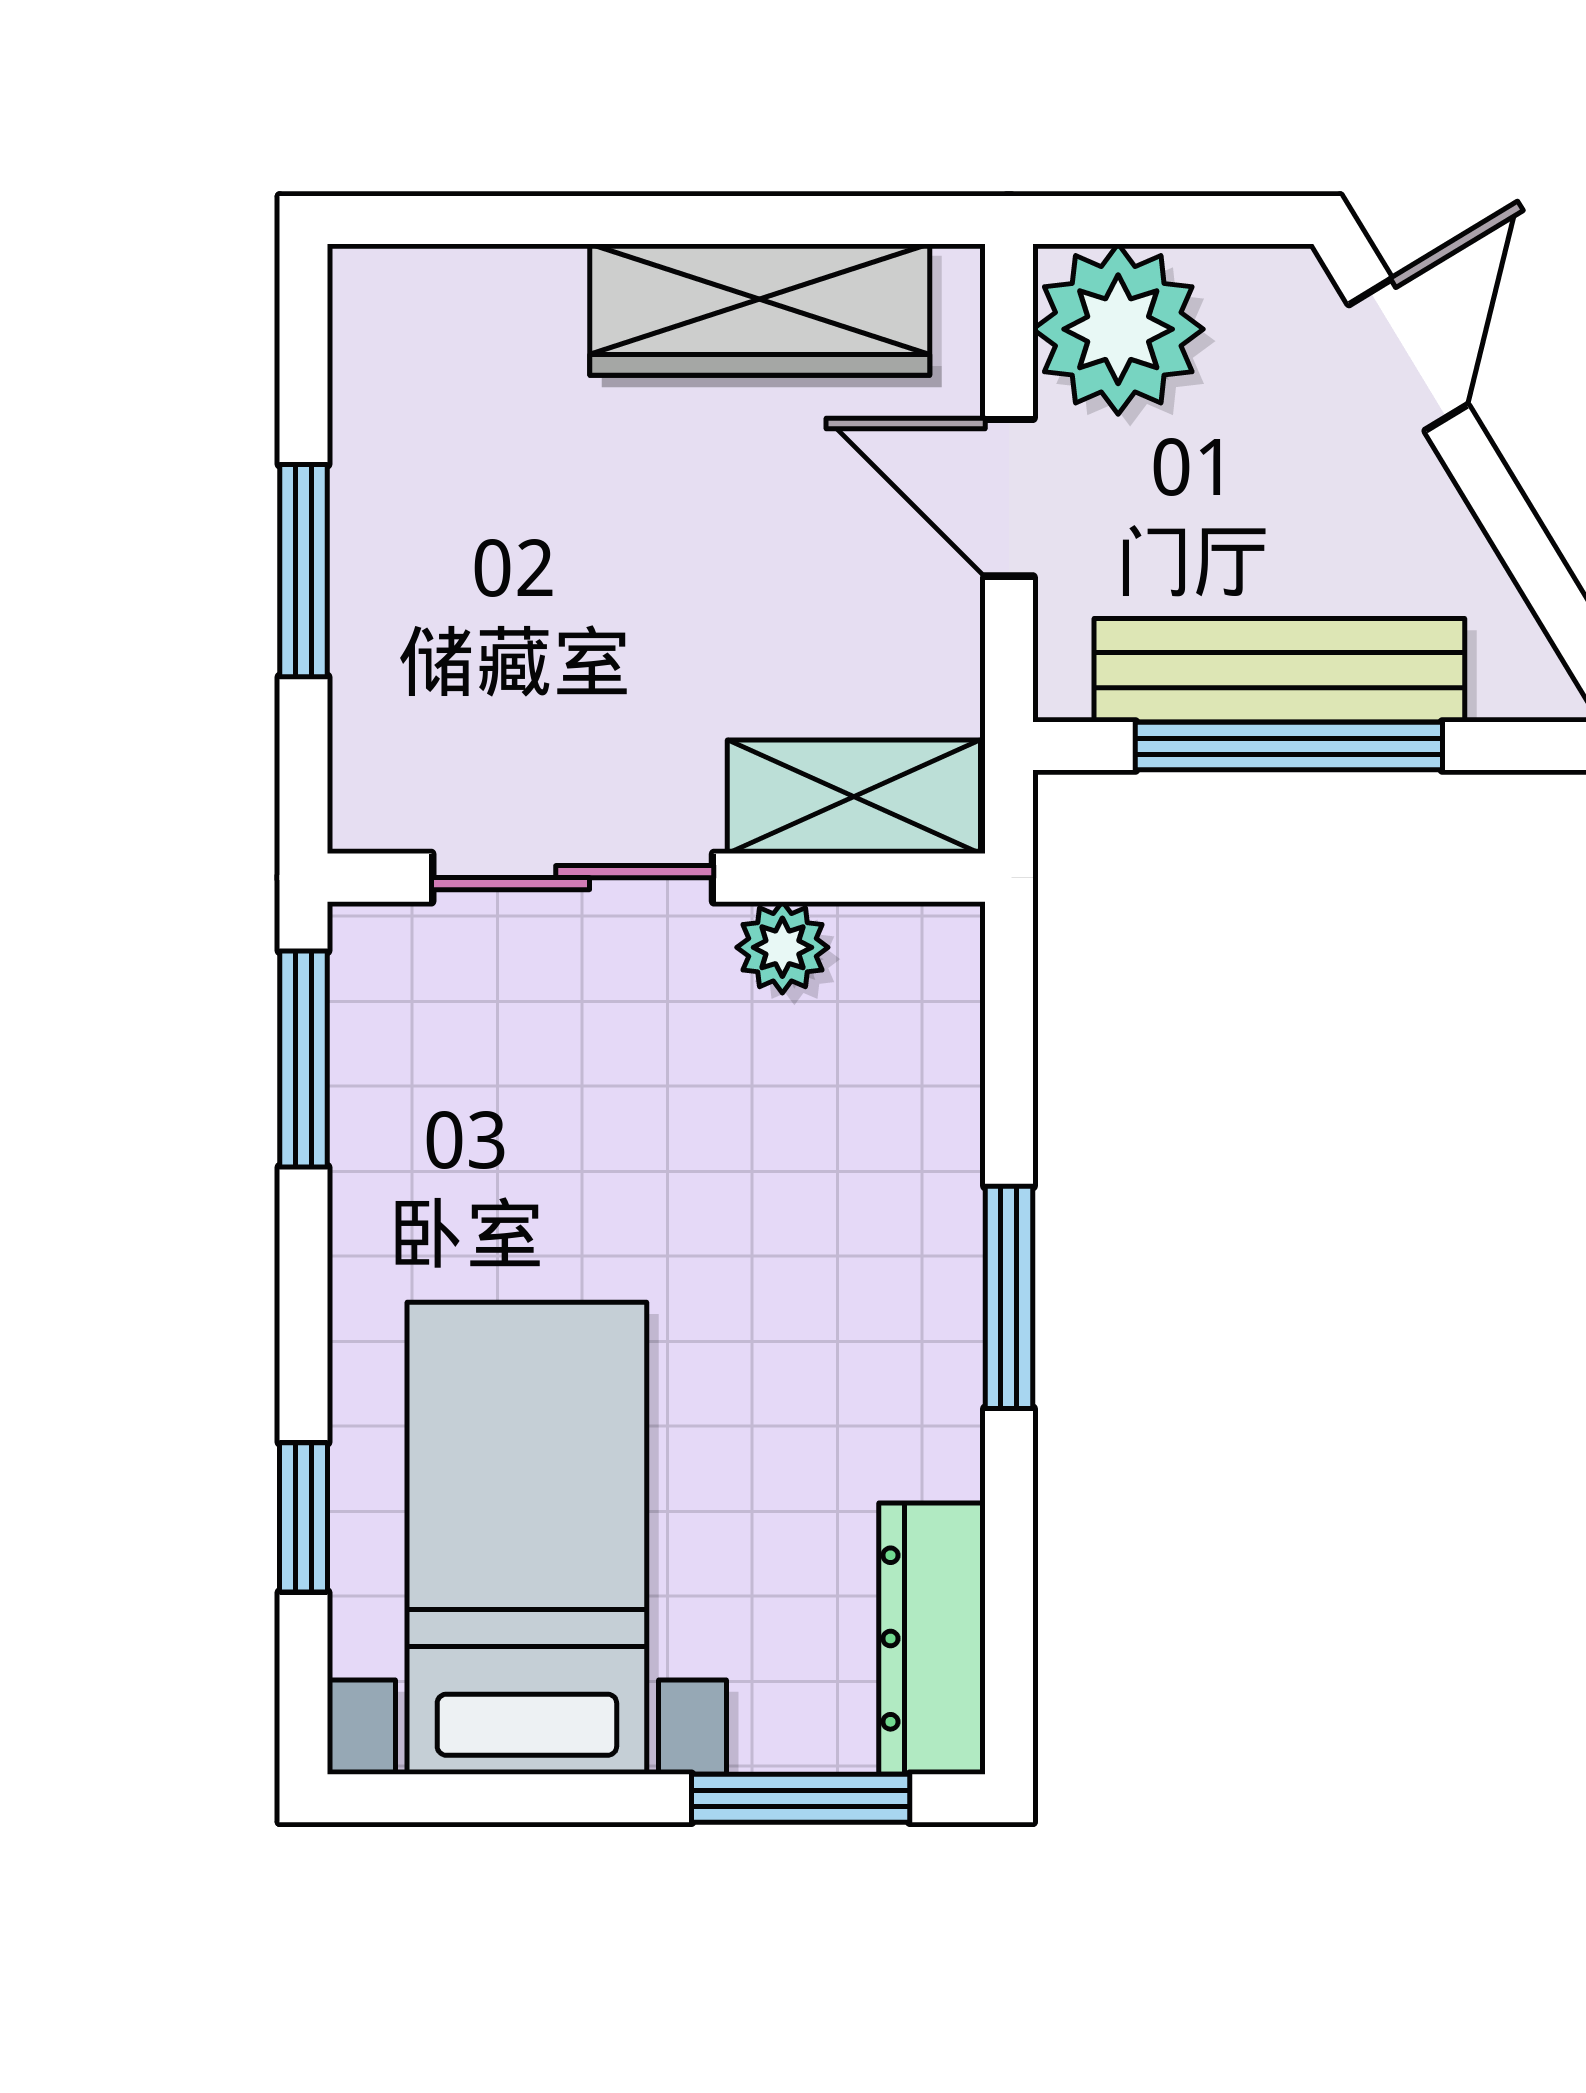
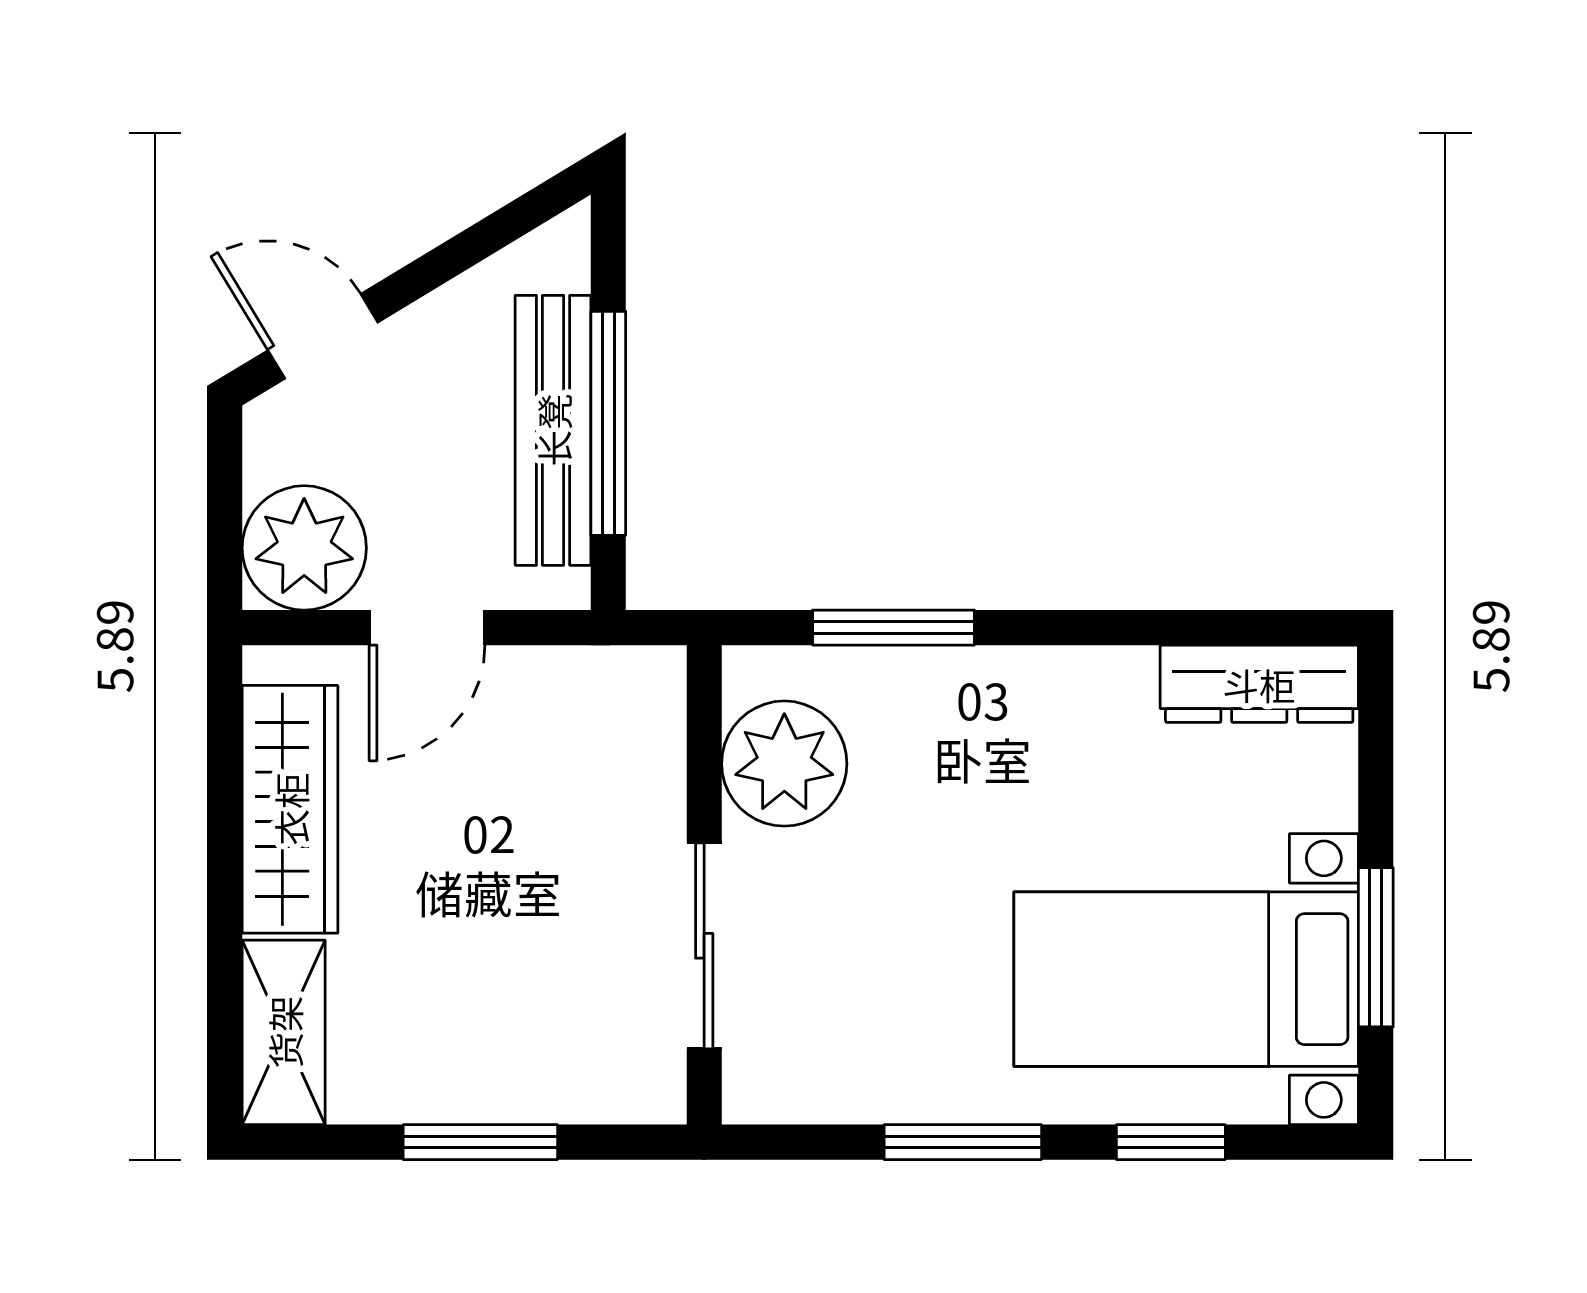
shelving: (854, 797) -> (284, 1032), moved
plant: (782, 947) -> (784, 764), width x1.87, depth x1.87
window: (304, 1059) -> (963, 1142), moved
window: (1009, 1297) -> (894, 628), moved
window: (801, 1798) -> (1376, 947), moved

